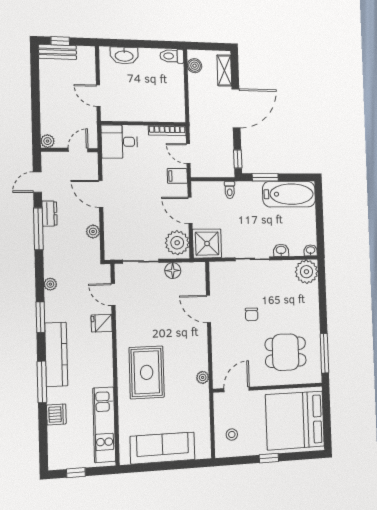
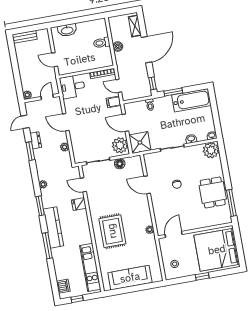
window: (60, 41) -> (25, 29), removed
toilet: (172, 56) -> (102, 43), moved
boiler: (195, 66) -> (118, 46), moved
window: (38, 229) -> (30, 151), width x0.69
dining table: (286, 352) -> (213, 192), moved, turned 90
dishwasher: (56, 414) -> (63, 286), moved

